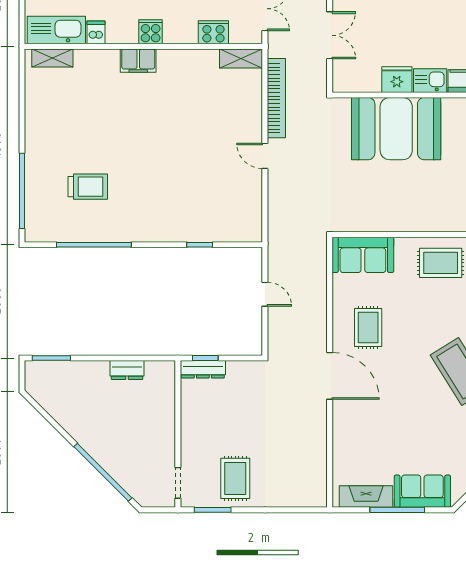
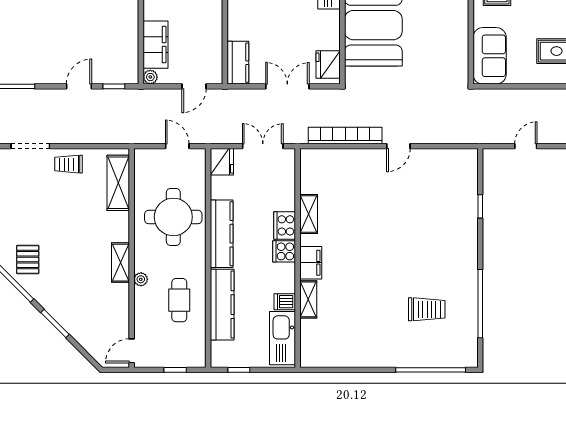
cooker: (213, 32) -> (285, 225), moved
shelving: (52, 58) -> (308, 299), moved
shelving: (241, 58) -> (309, 214), moved
fridge: (397, 80) -> (328, 64), moved
trolley: (88, 187) -> (427, 309), turned 90

